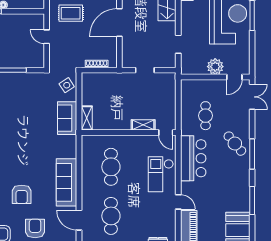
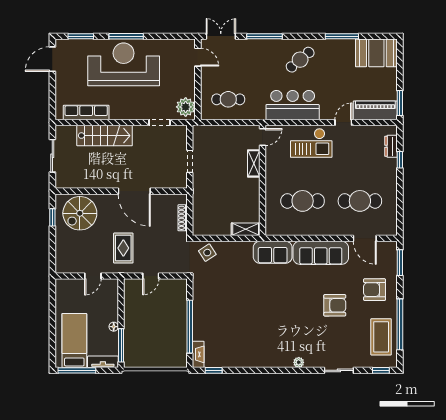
plant: (215, 67) -> (186, 107), moved
cafe table: (206, 116) -> (228, 99), moved
sofa: (67, 118) -> (273, 252), moved
cafe table: (235, 144) -> (300, 60), moved
window: (252, 154) -> (264, 36), moved
door: (79, 220) -> (365, 238), hinge flipped

